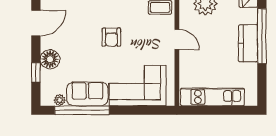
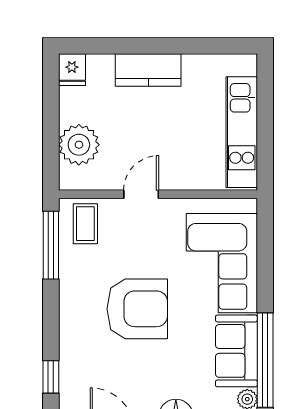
window: (262, 36) -> (136, 46), removed
armchair: (111, 37) -> (137, 309), width x1.88, depth x1.88

